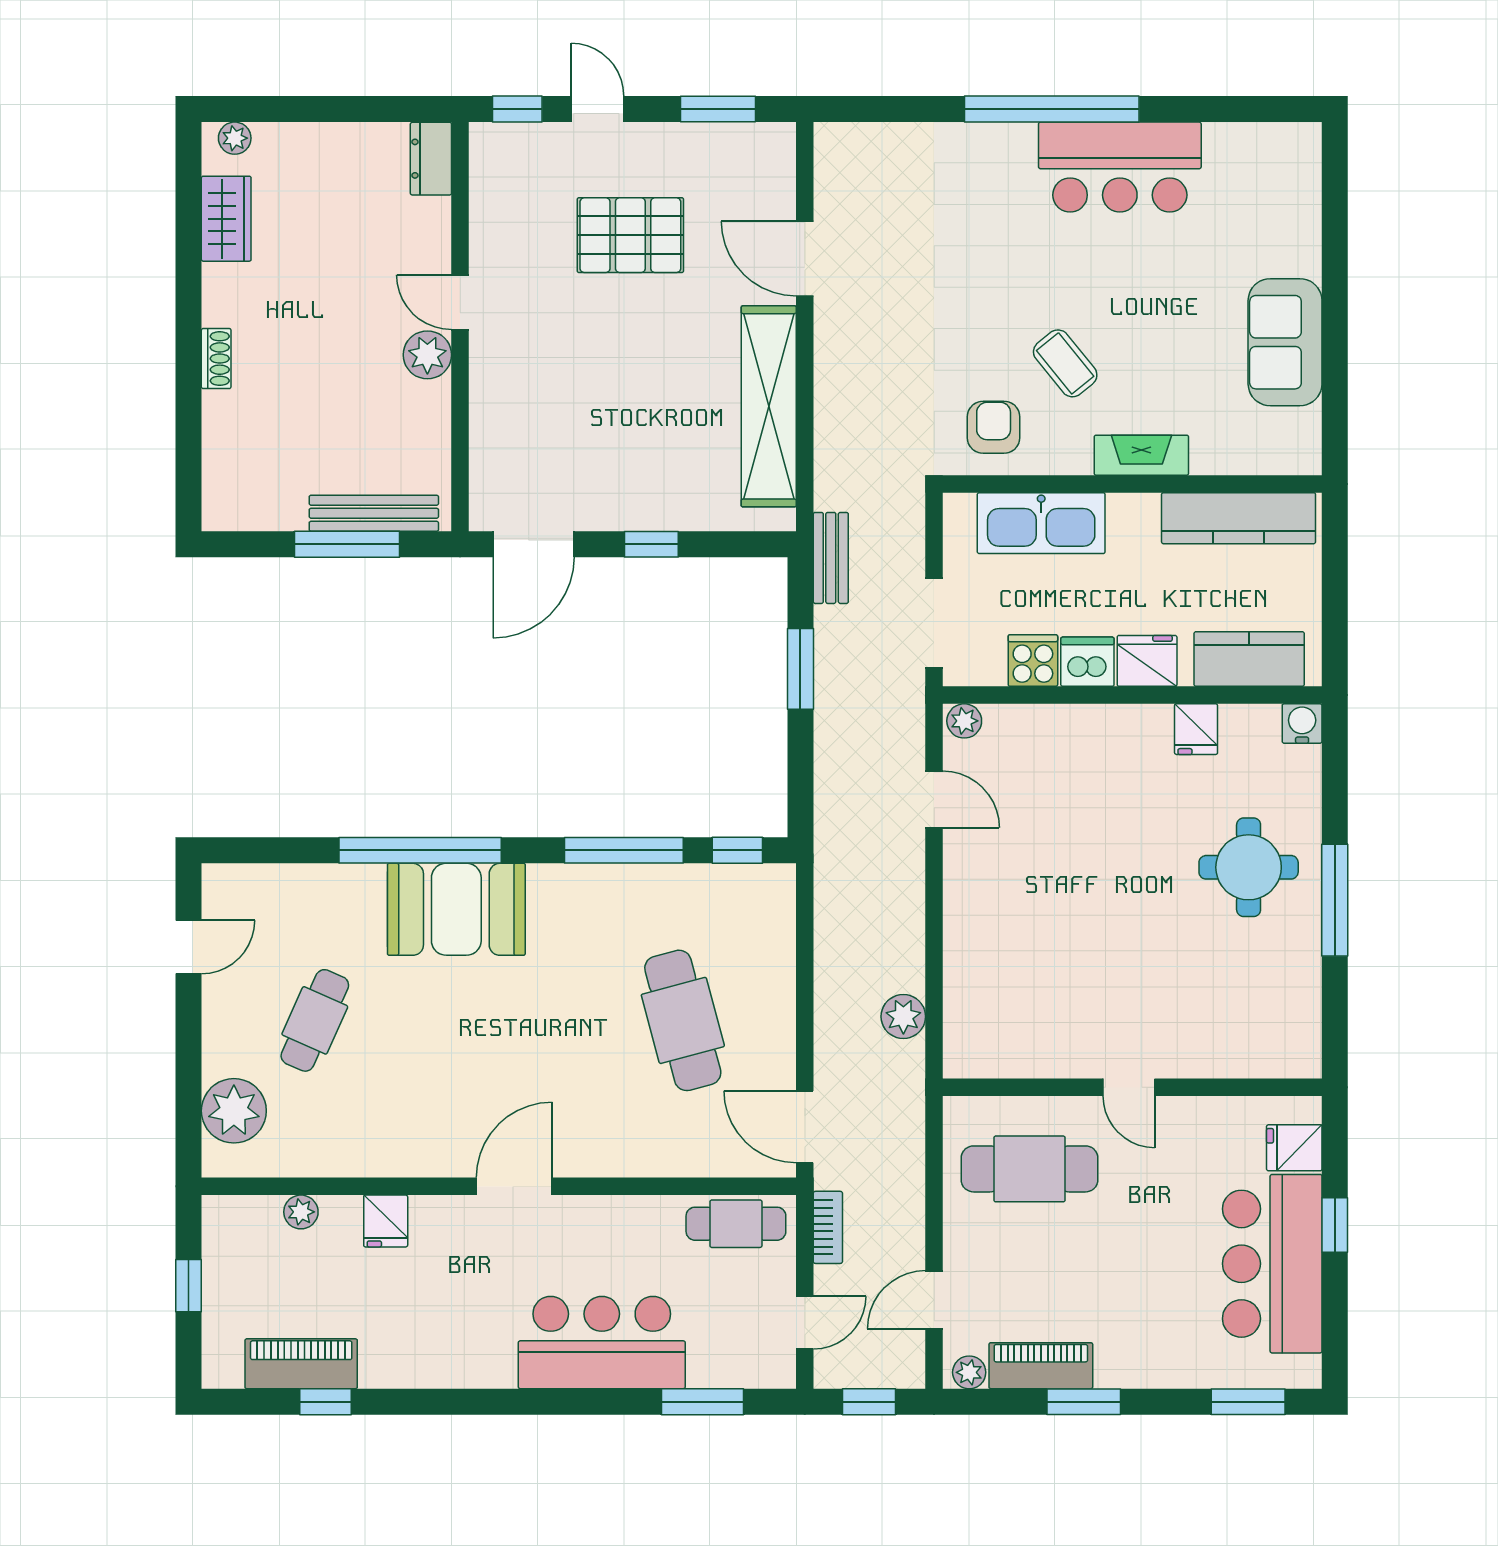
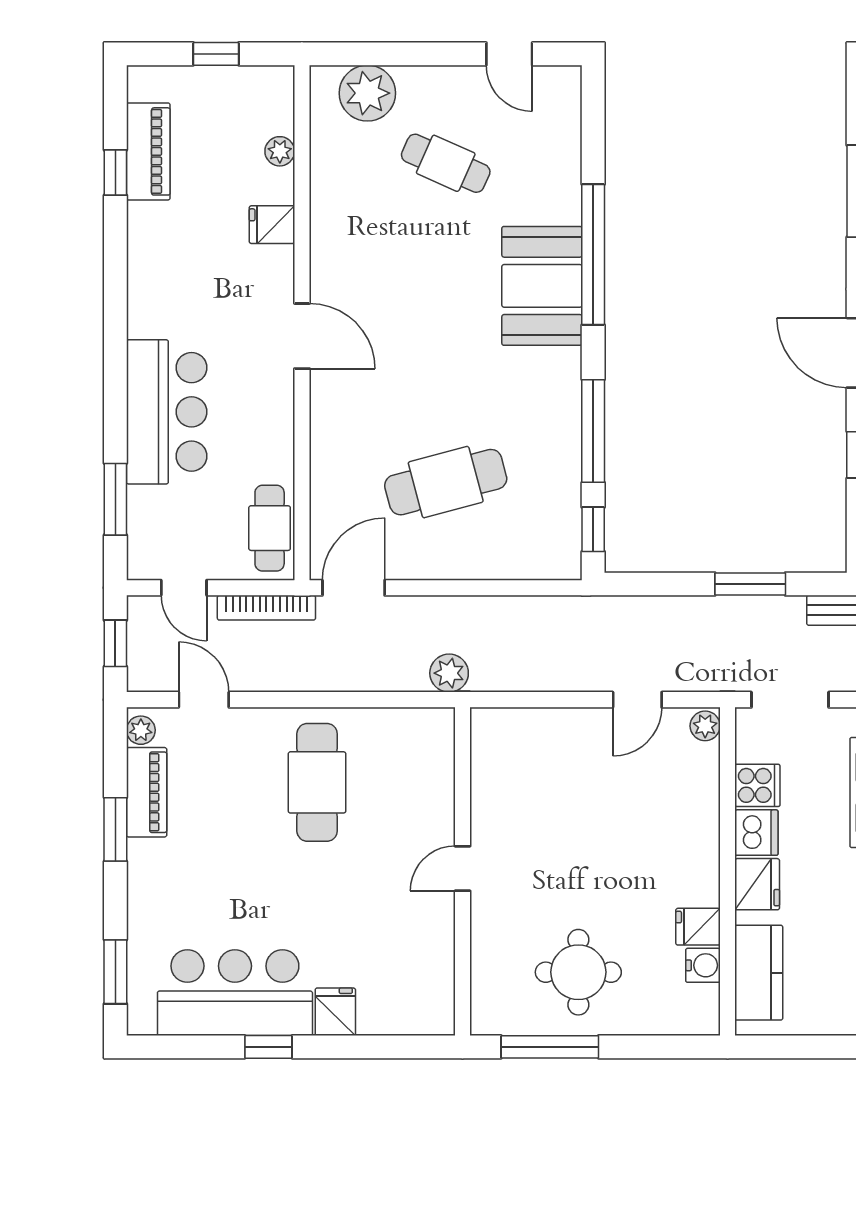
water cooler: (1302, 723) -> (703, 965), moved
door: (1129, 1087) -> (462, 868), moved
wall: (1132, 1087) -> (462, 871), moved
bookcase: (828, 1227) -> (266, 608), width x1.56

